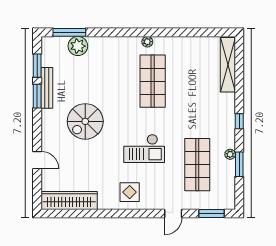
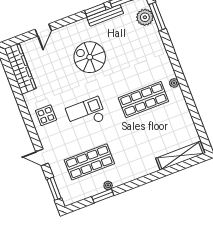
plant: (78, 46) -> (145, 17), moved
window: (239, 121) -> (138, 183), removed
checkout: (144, 148) -> (86, 114), turned 90

